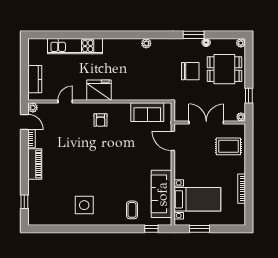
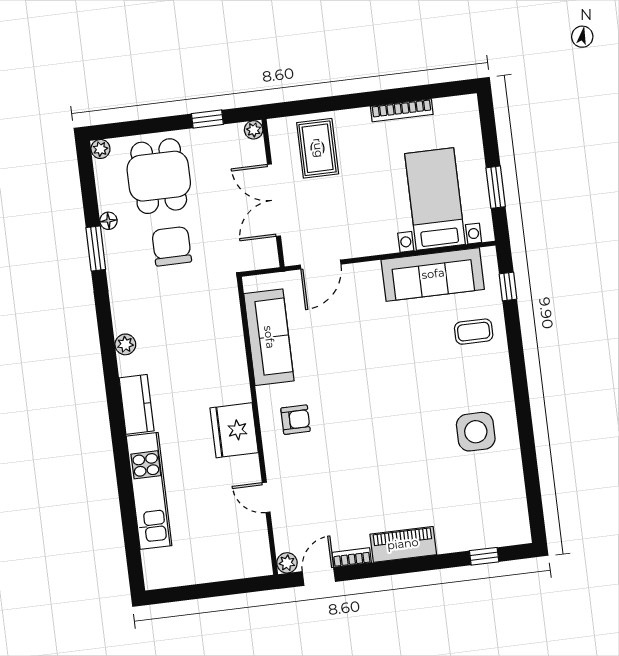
kitchen counter: (35, 79) -> (137, 404), moved, turned 90
sofa: (147, 112) -> (269, 337), width x1.36

